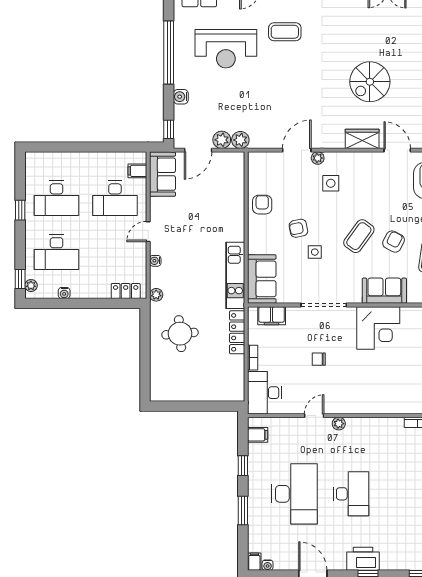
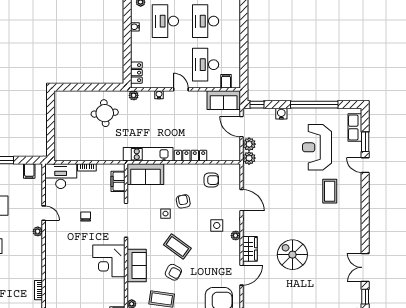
plant: (318, 158) -> (236, 236), moved
armchair: (262, 205) -> (211, 180), moved
locker: (237, 332) -> (191, 156), moved

